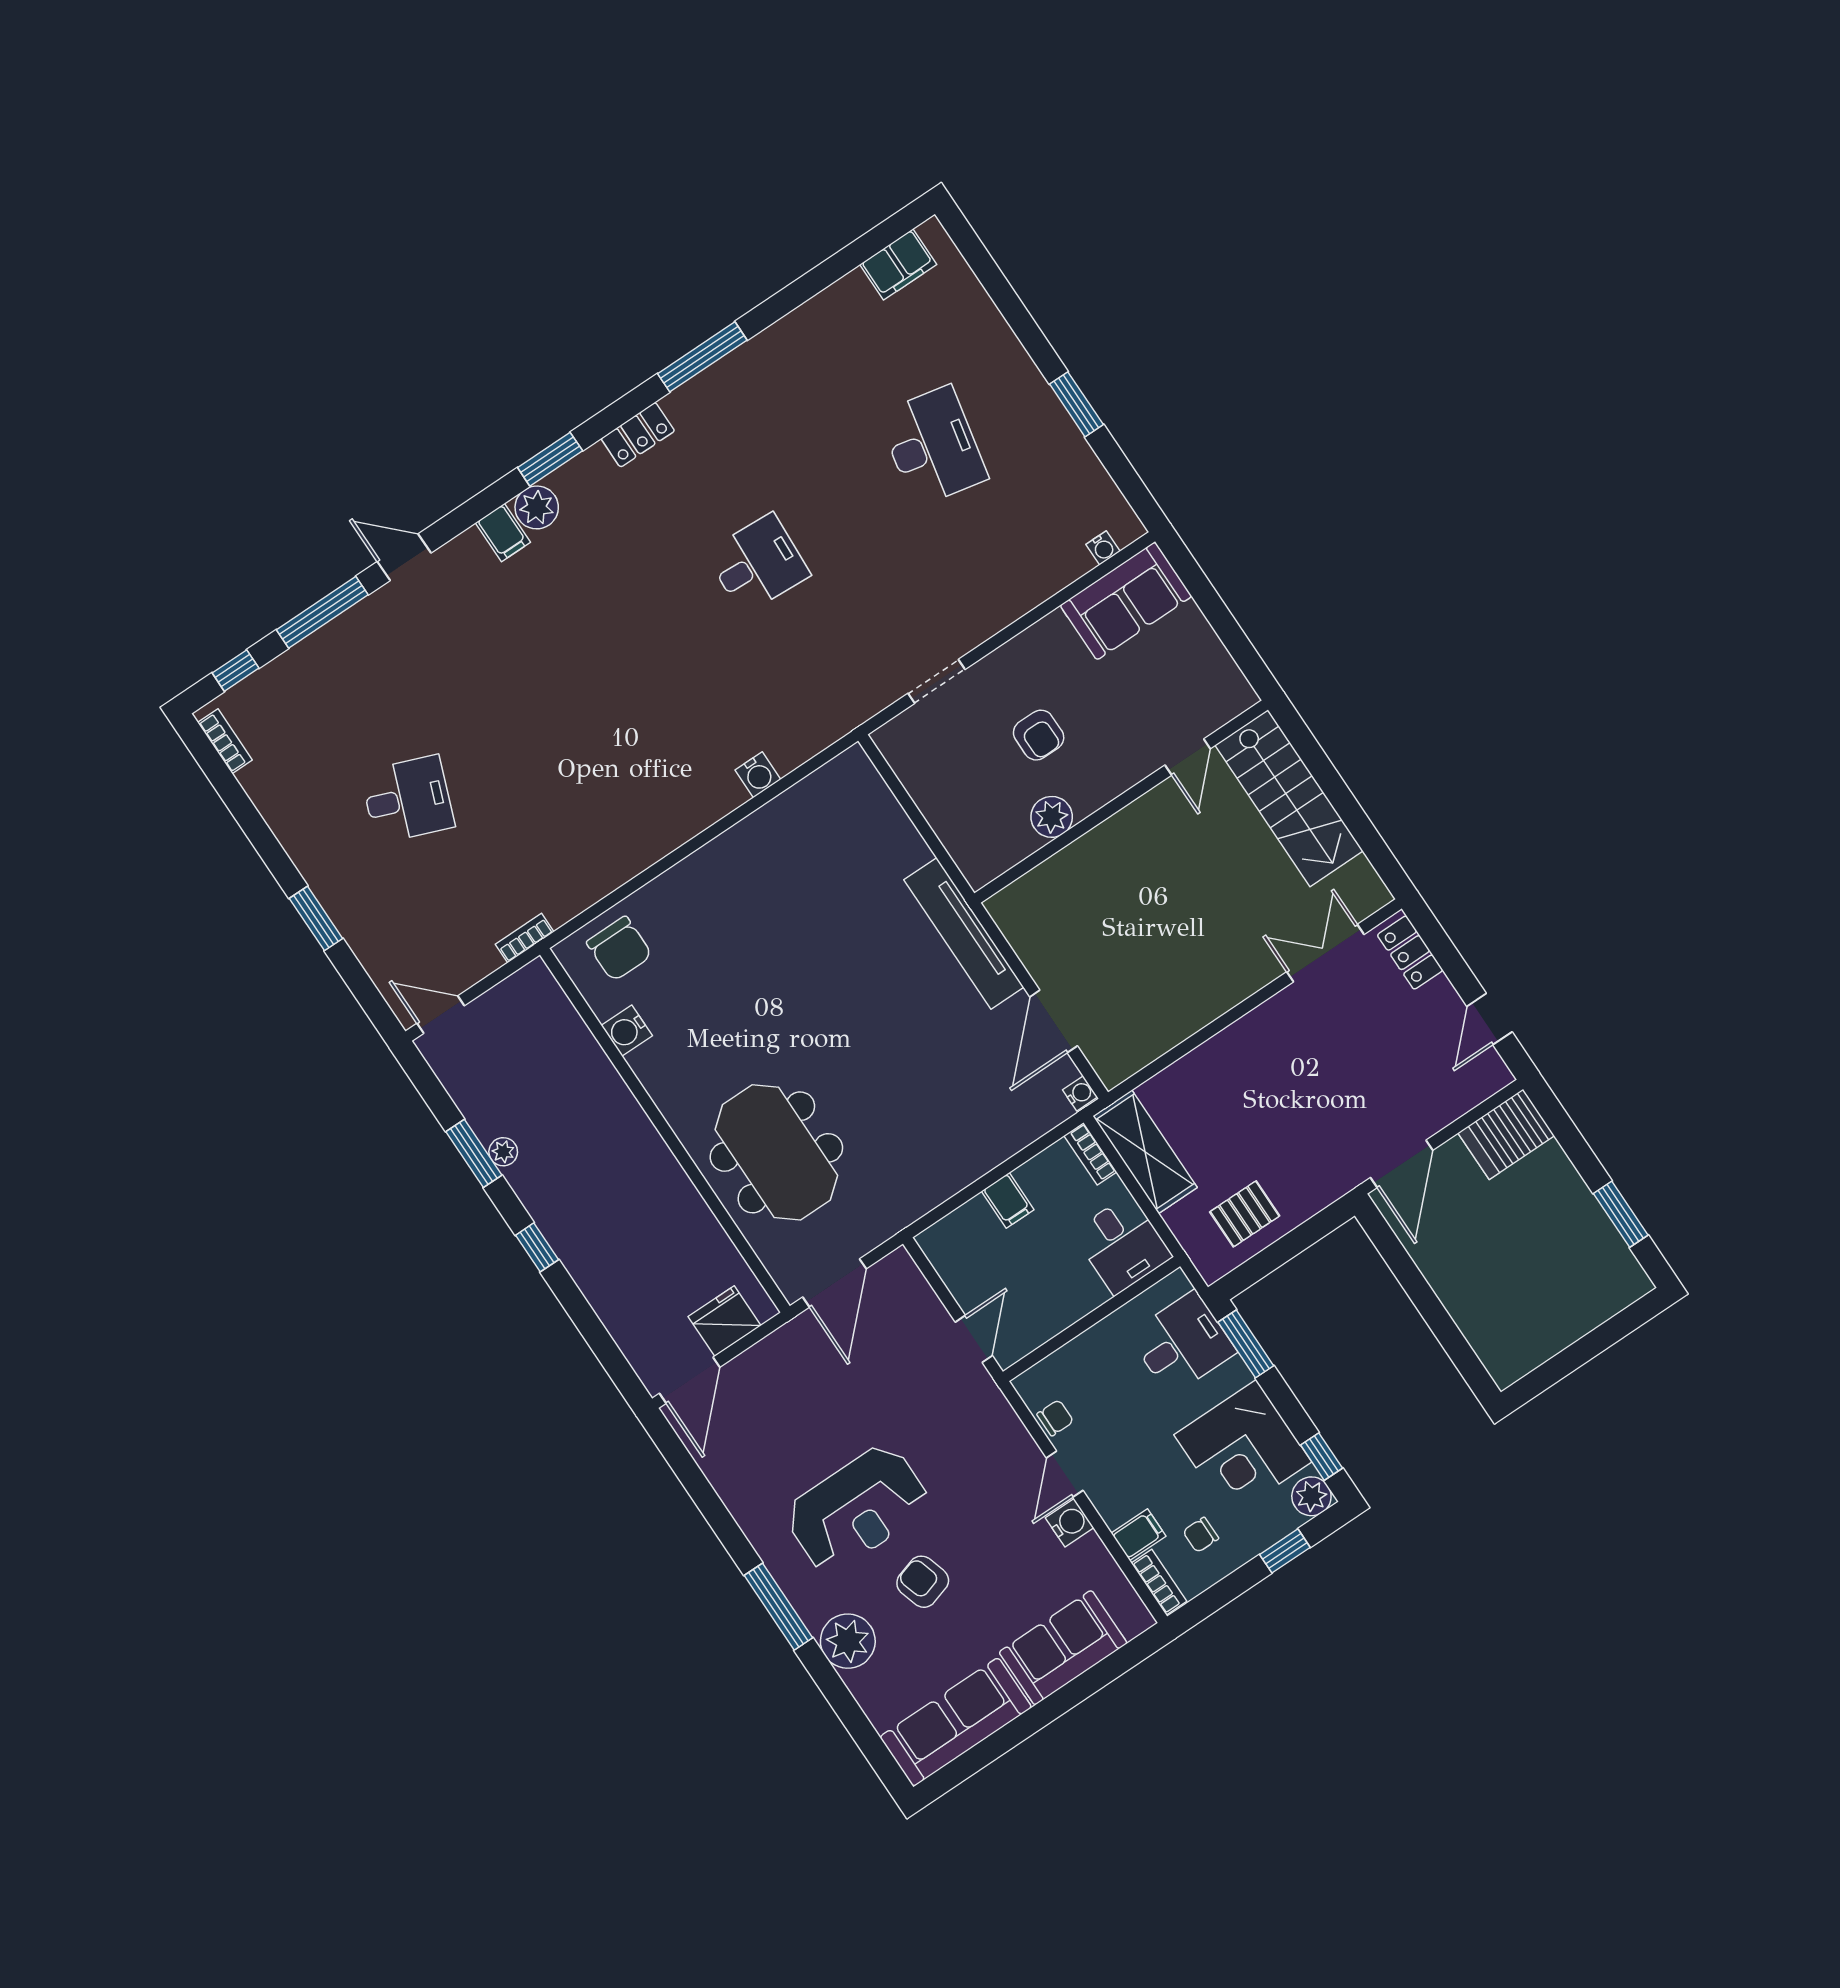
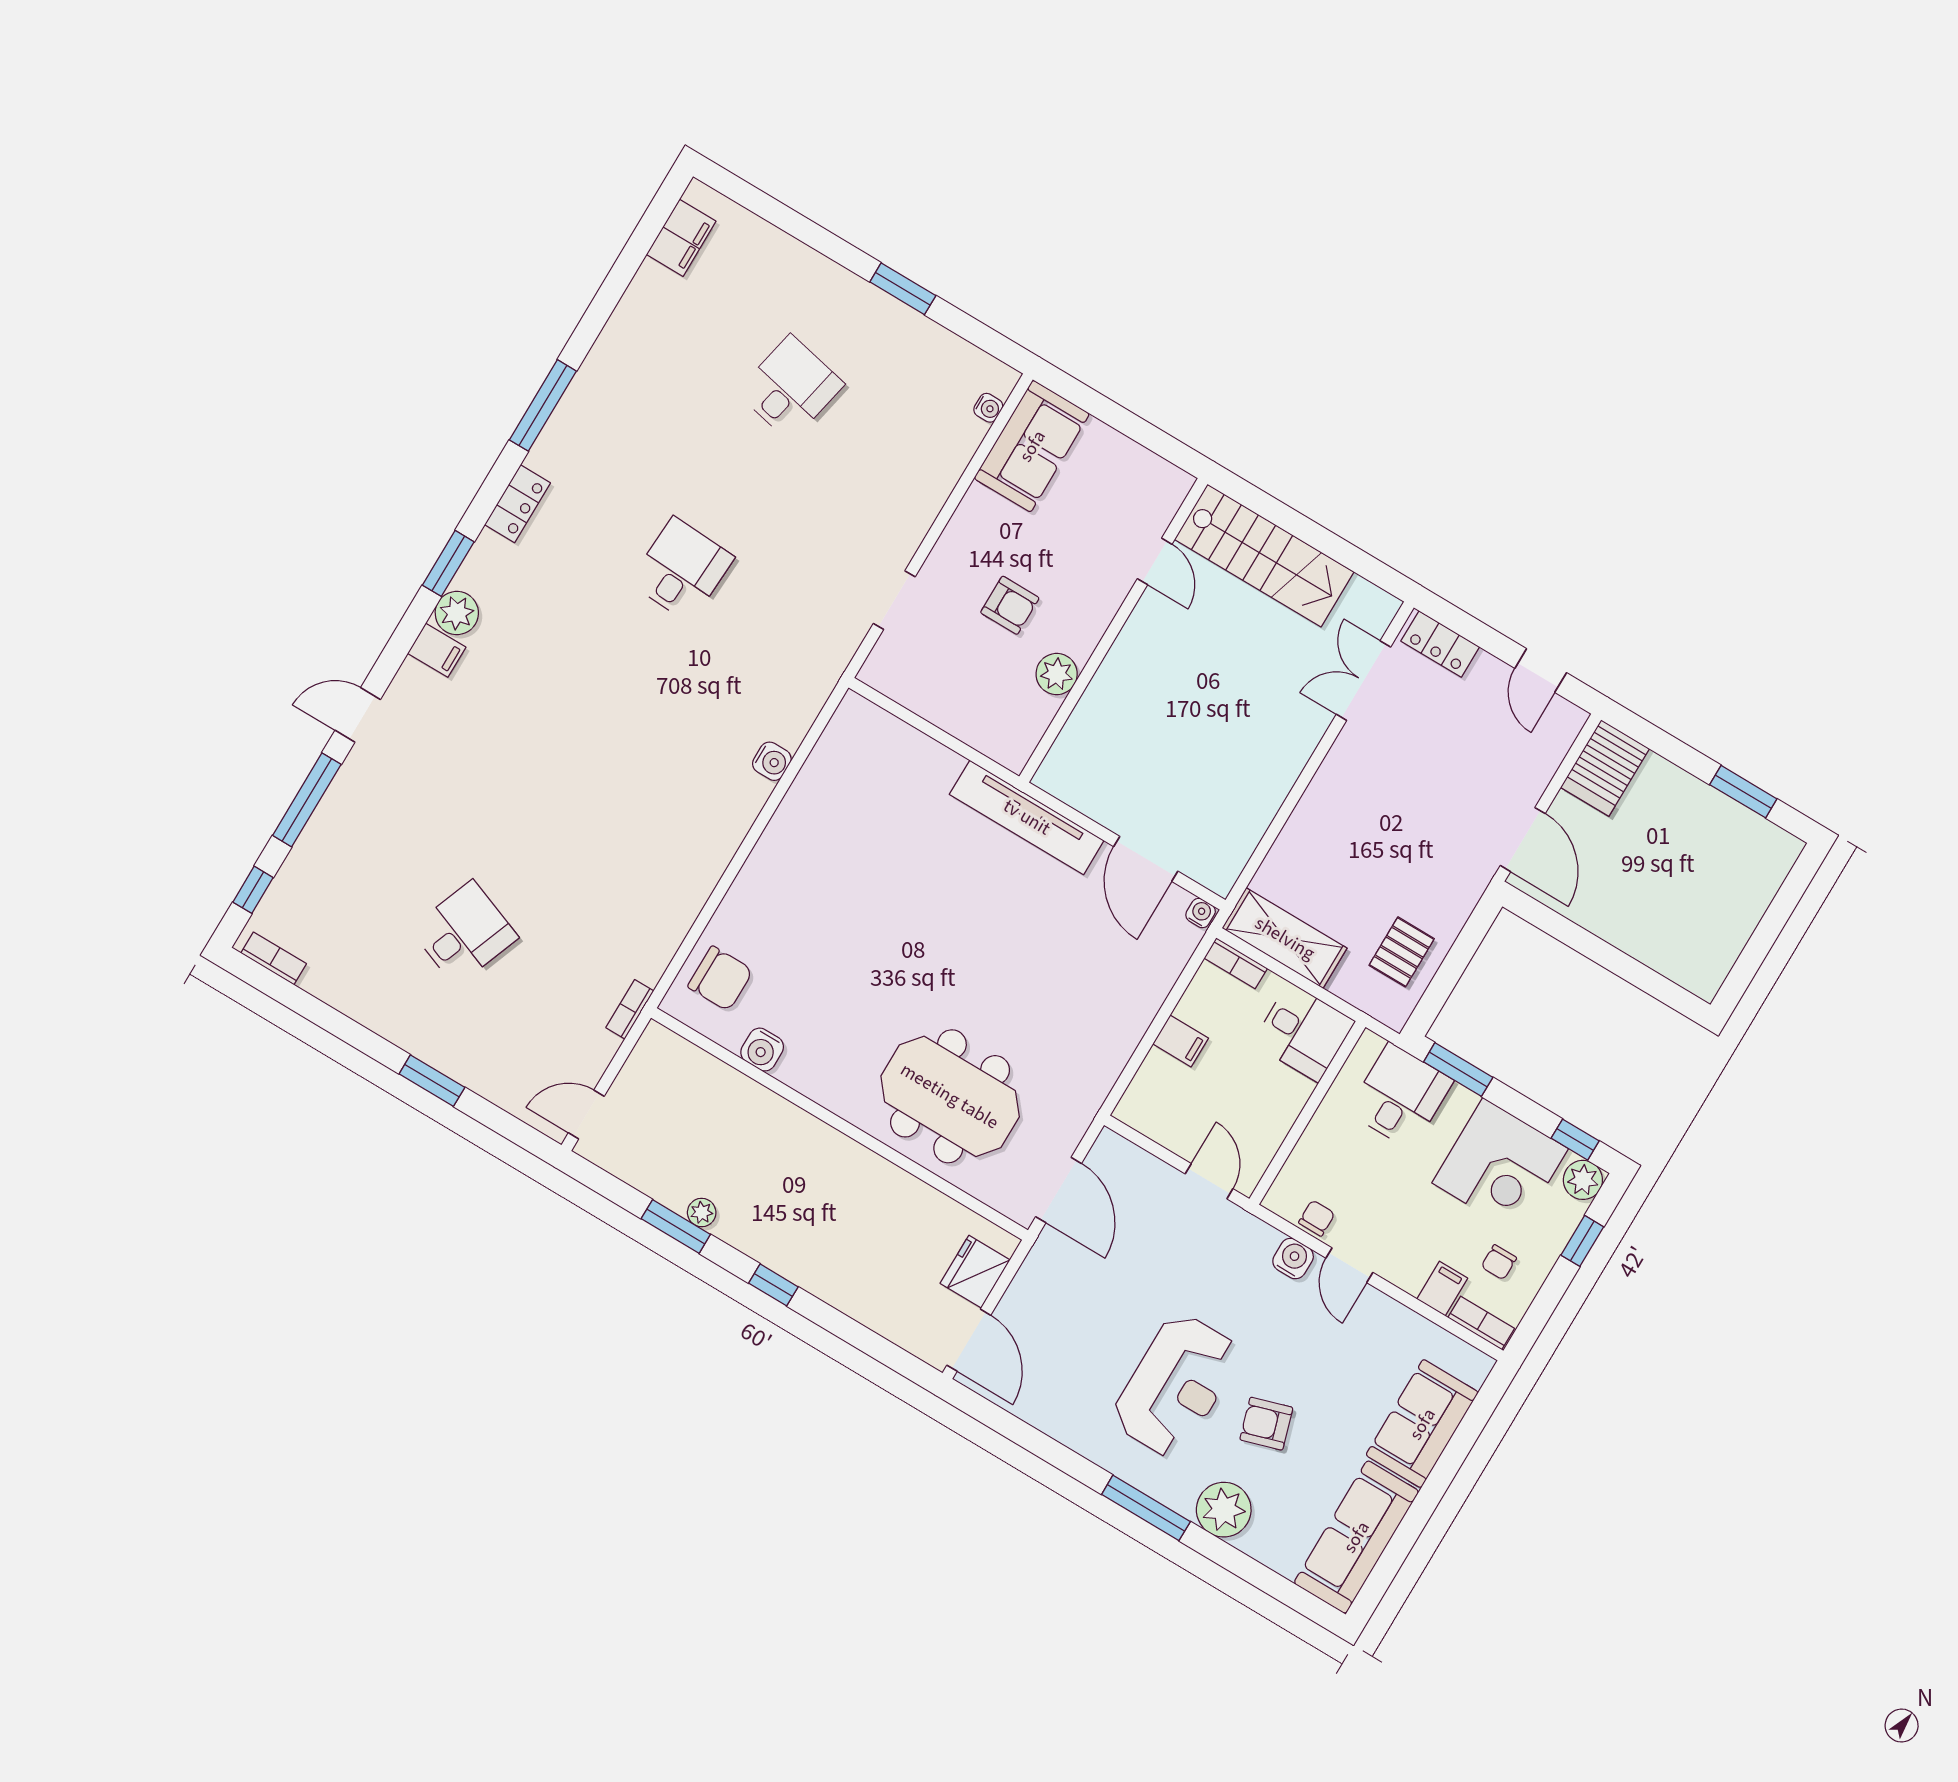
desk: (933, 446) -> (790, 388), width x0.73
water cooler: (1070, 1523) -> (1293, 1259), moved

